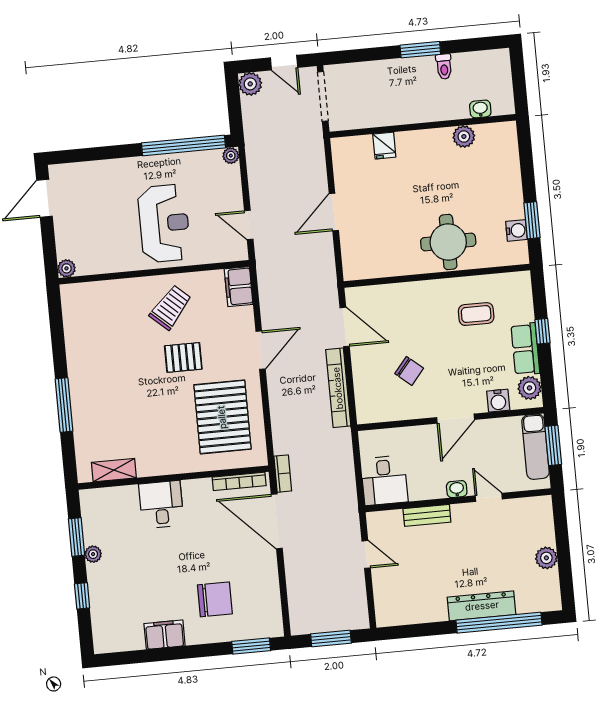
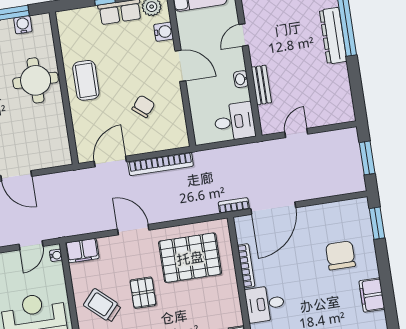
water cooler: (235, 254) -> (56, 255), added
coffee table: (476, 314) -> (86, 80), moved, width x1.36, depth x1.30
bookcase: (239, 481) -> (246, 266), moved
washbasin: (457, 489) -> (241, 79), moved

